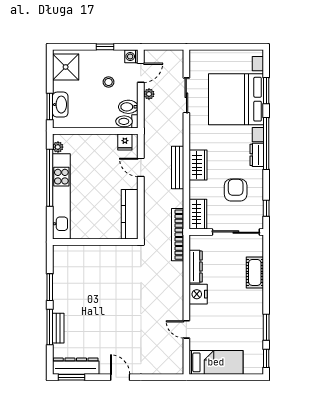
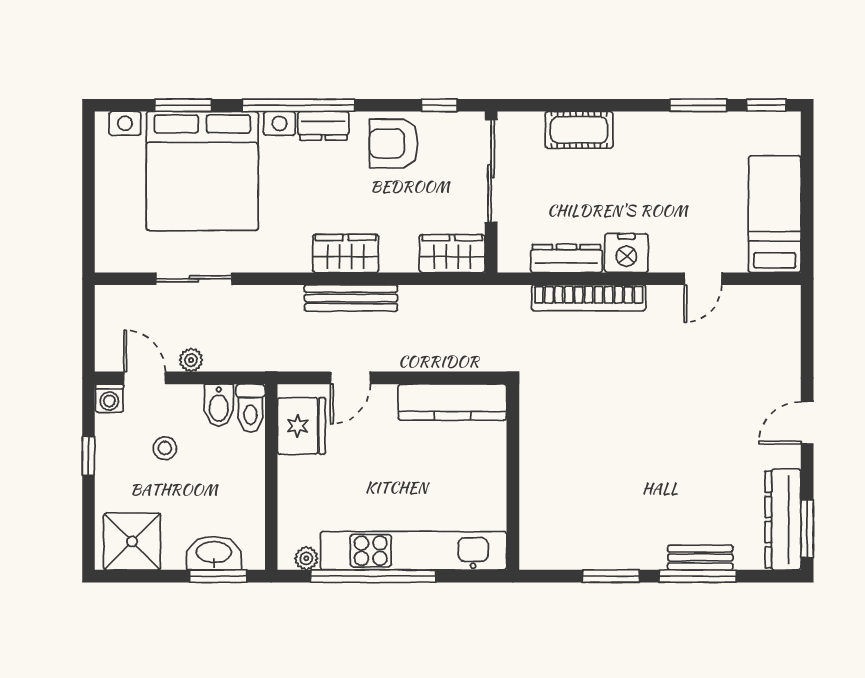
fridge: (125, 142) -> (301, 426), width x1.88, depth x1.34
armchair: (236, 190) -> (394, 143), moved
bookcase: (178, 235) -> (589, 298), moved

